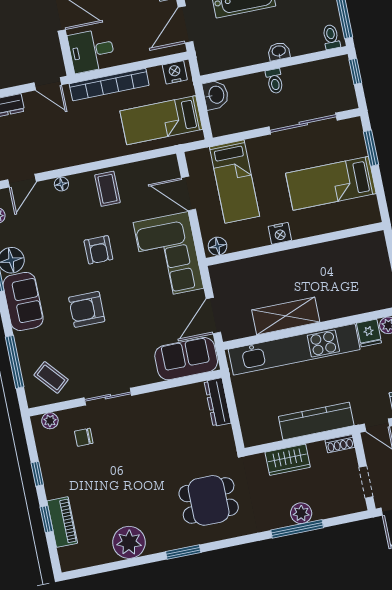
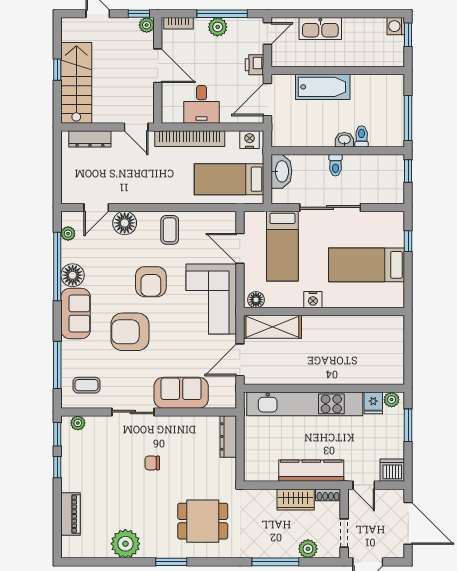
toilet: (331, 37) -> (362, 136), moved
desk: (92, 51) -> (201, 104), moved, turned -90
washbasin: (216, 95) -> (281, 171), width x1.38
sliding door: (303, 124) -> (330, 207), moved
window: (371, 148) -> (408, 241), width x0.67
floor lamp: (61, 184) -> (125, 223), width x1.89, depth x1.89
armchair: (98, 250) -> (151, 282), width x1.38, depth x1.38
armchair: (87, 309) -> (130, 332), width x1.36, depth x1.36
shelving: (286, 316) -> (272, 327), moved
sofa: (186, 359) -> (181, 393), moved
coffee table: (51, 377) -> (87, 385), turned -49
chair: (84, 437) -> (152, 463), moved
wardrobe: (288, 460) -> (296, 500), moved
plant: (301, 513) -> (308, 549), moved
window: (47, 519) -> (57, 434), moved

